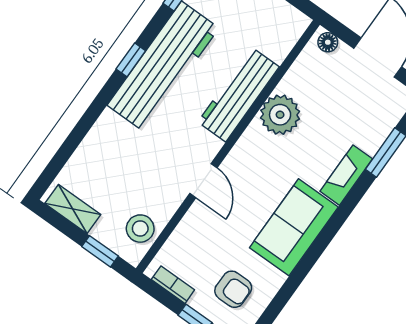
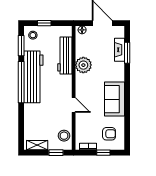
window: (131, 60) -> (21, 82), width x3.17
workbench: (239, 94) -> (65, 56), moved
fireplace: (346, 175) -> (119, 50), moved

